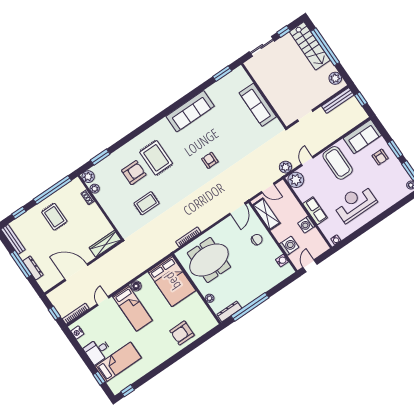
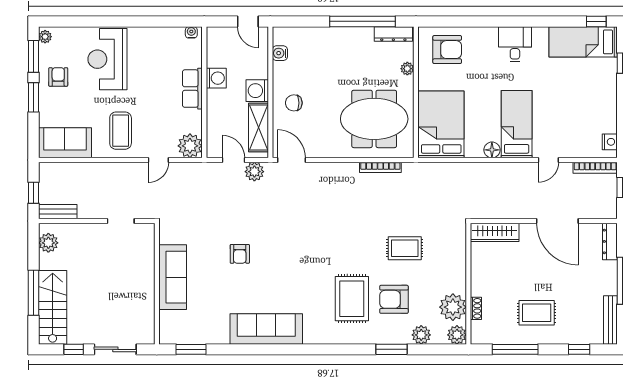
window: (325, 47) -> (34, 293), width x0.68
bench: (338, 100) -> (58, 212), width x0.73
window: (100, 157) -> (391, 349), moved
armchair: (380, 157) -> (58, 77), moved
armchair: (210, 160) -> (240, 254), moved
coffee table: (338, 163) -> (121, 131), width x0.73, depth x0.76
plant: (107, 164) -> (421, 335), added
plant: (286, 167) -> (254, 172), moved
plant: (95, 189) -> (453, 307), width x1.88, depth x1.88
window: (52, 190) -> (515, 349), width x0.68
reception desk: (355, 203) -> (107, 59), moved, turned 90
door: (238, 209) -> (291, 160), hinge flipped
rug: (54, 217) -> (537, 313), turned 90
washing machine: (289, 246) -> (257, 91), moved
door: (310, 266) -> (248, 21), hinge flipped
dresser: (33, 268) -> (610, 241), moved
armchair: (182, 333) -> (447, 50), moved
desk: (98, 351) -> (515, 44), moved, turned -90
bed: (118, 362) -> (583, 42), moved

